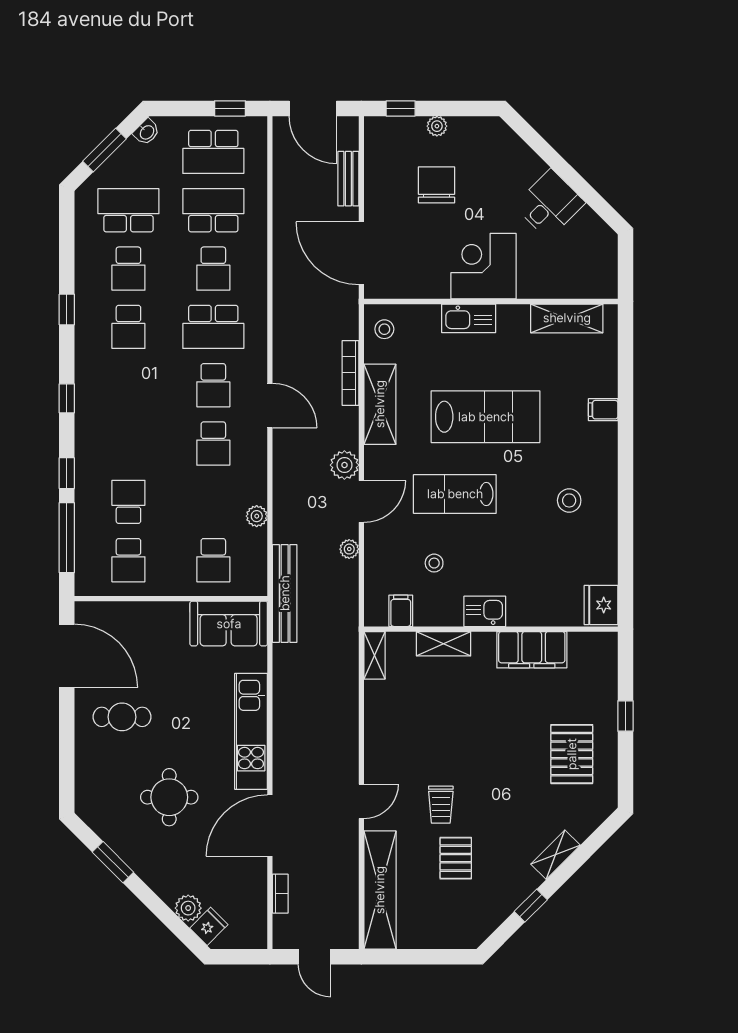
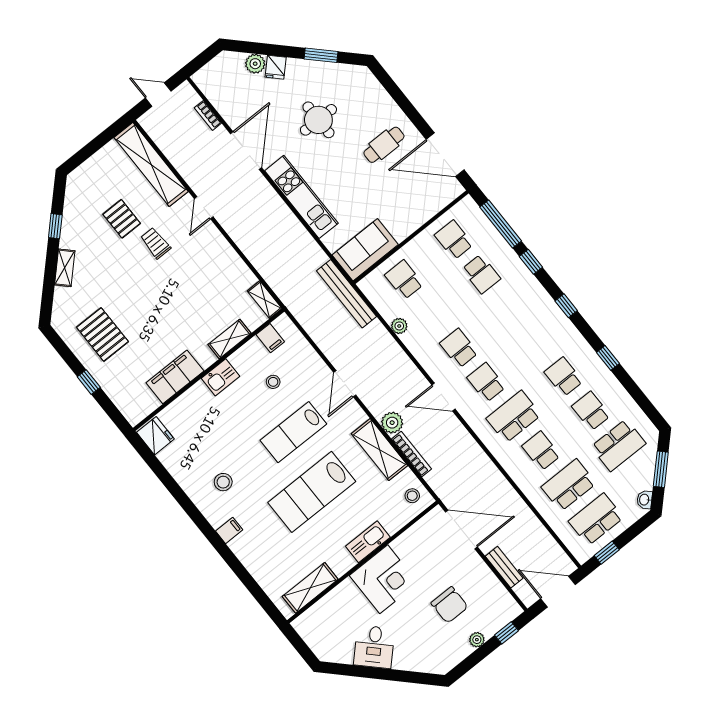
school desk: (213, 210) -> (569, 485), turned 180
filing cabinet: (603, 410) -> (229, 530), moved
plant: (344, 465) -> (392, 423), moved
lab bench: (455, 494) -> (293, 432), turned 180
plant: (349, 549) -> (329, 350), removed
fridge: (209, 926) -> (276, 67), moved

